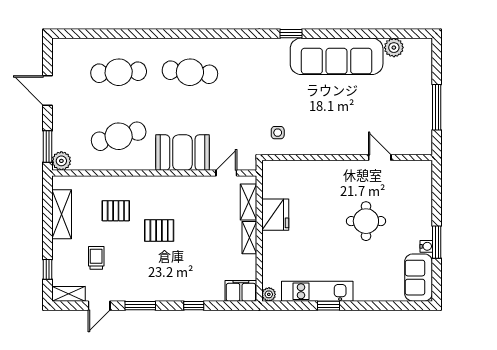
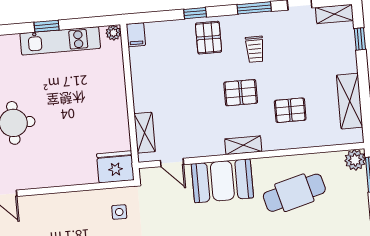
door: (226, 173) -> (172, 162), hinge flipped
fridge: (275, 215) -> (115, 167), moved, turned 90
shelving: (249, 238) -> (243, 145), moved, turned 90
trolley: (96, 258) -> (255, 49), moved
pallet: (184, 282) -> (209, 38), added
filing cabinet: (241, 291) -> (136, 35), width x0.50

